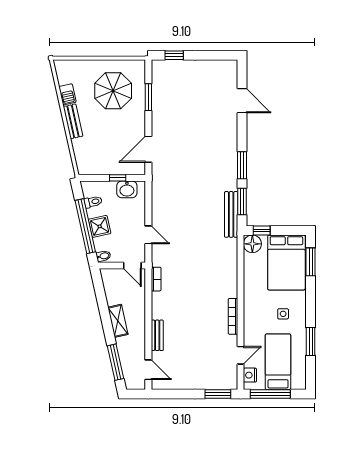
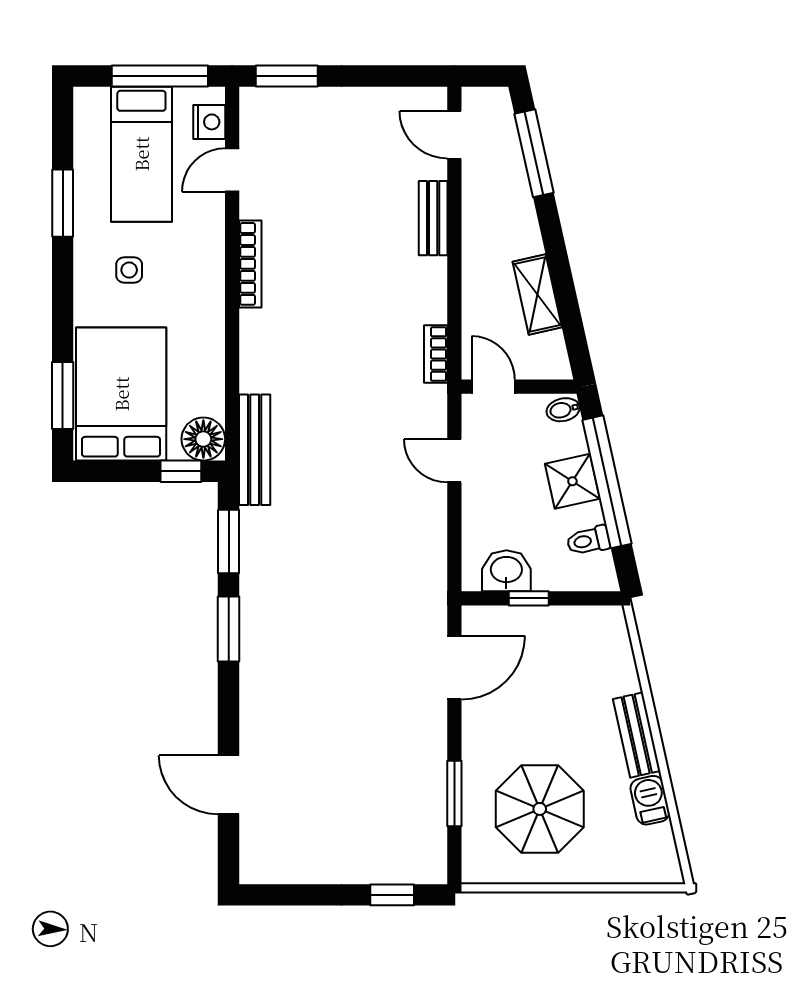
bench: (231, 214) -> (255, 450), moved
shelving: (118, 321) -> (537, 295), moved

